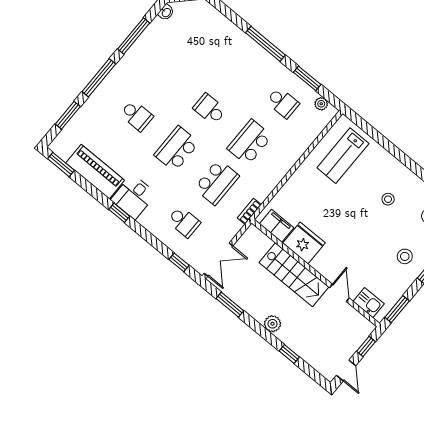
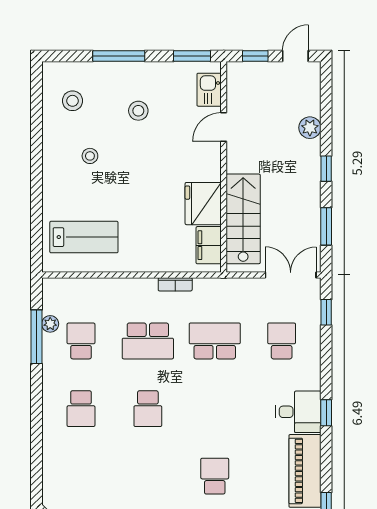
window: (266, 44) -> (36, 407), removed
window: (307, 78) -> (36, 337), width x1.44
plant: (321, 104) -> (50, 324), moved
school desk: (177, 149) -> (81, 409), moved, width x0.54
bookcase: (249, 211) -> (175, 284), moved
stool: (405, 256) -> (138, 111), moved
stairs: (294, 275) -> (243, 219), moved
plant: (272, 324) -> (310, 128), moved
window: (289, 354) -> (326, 169), moved

